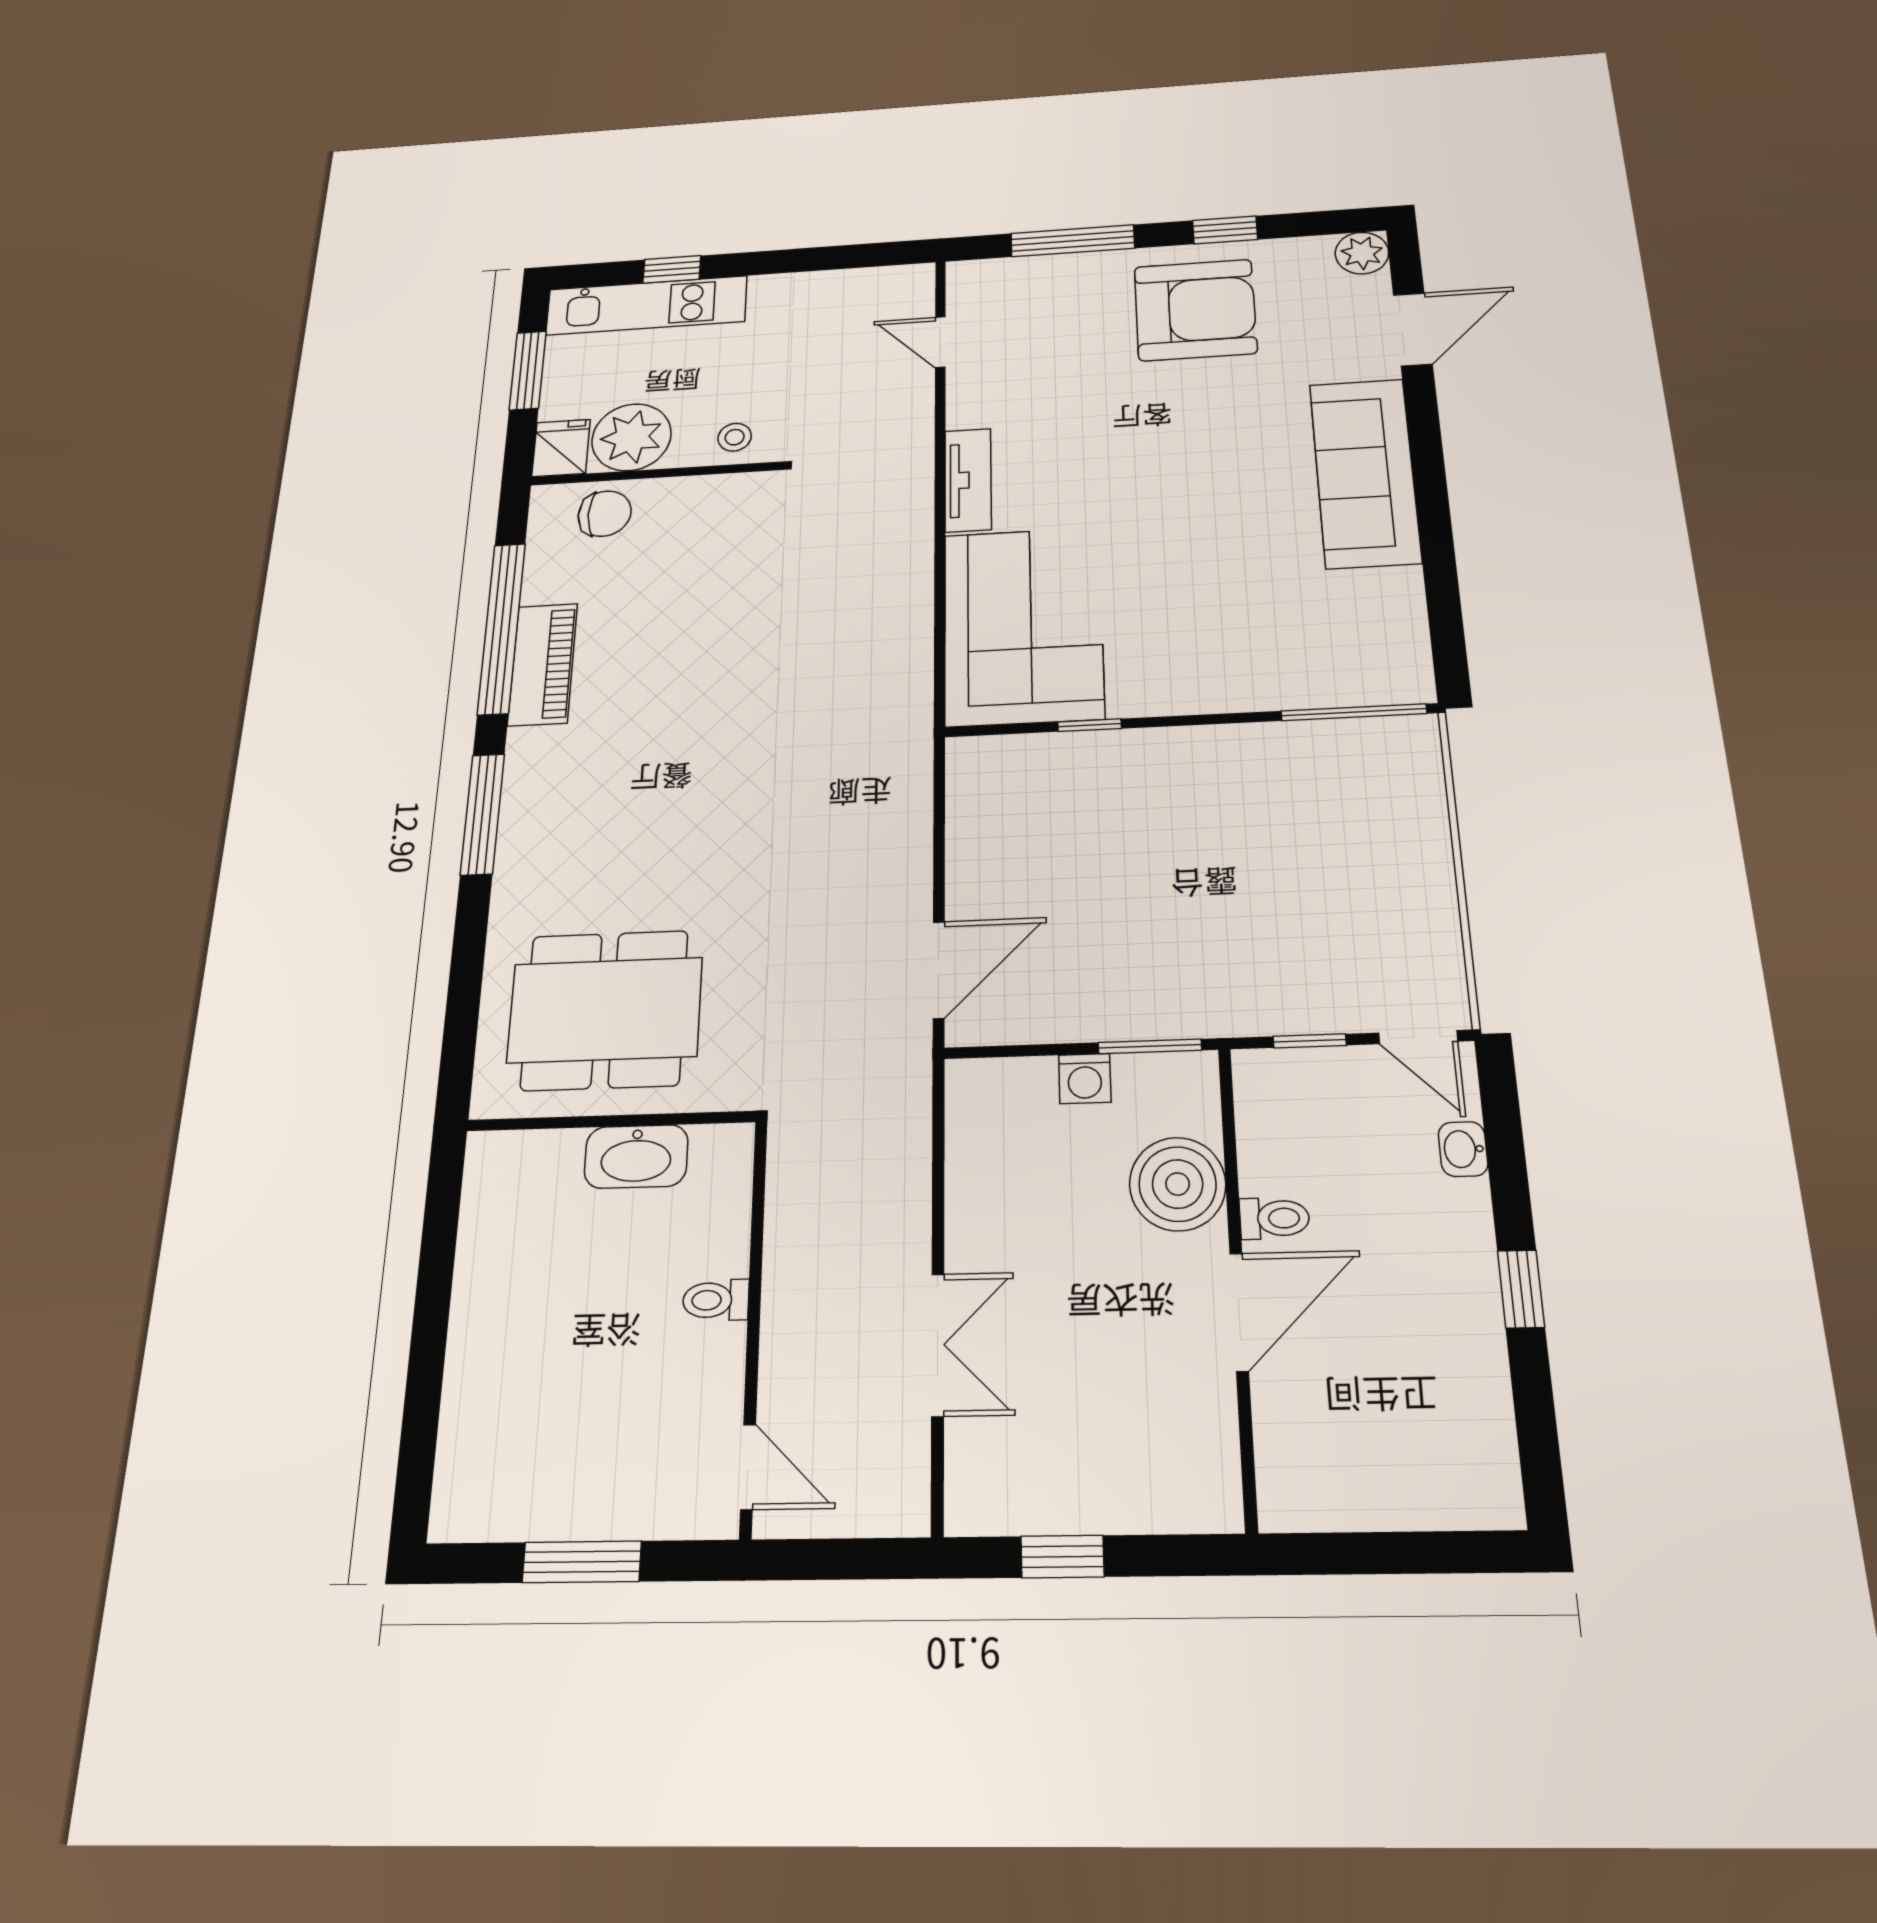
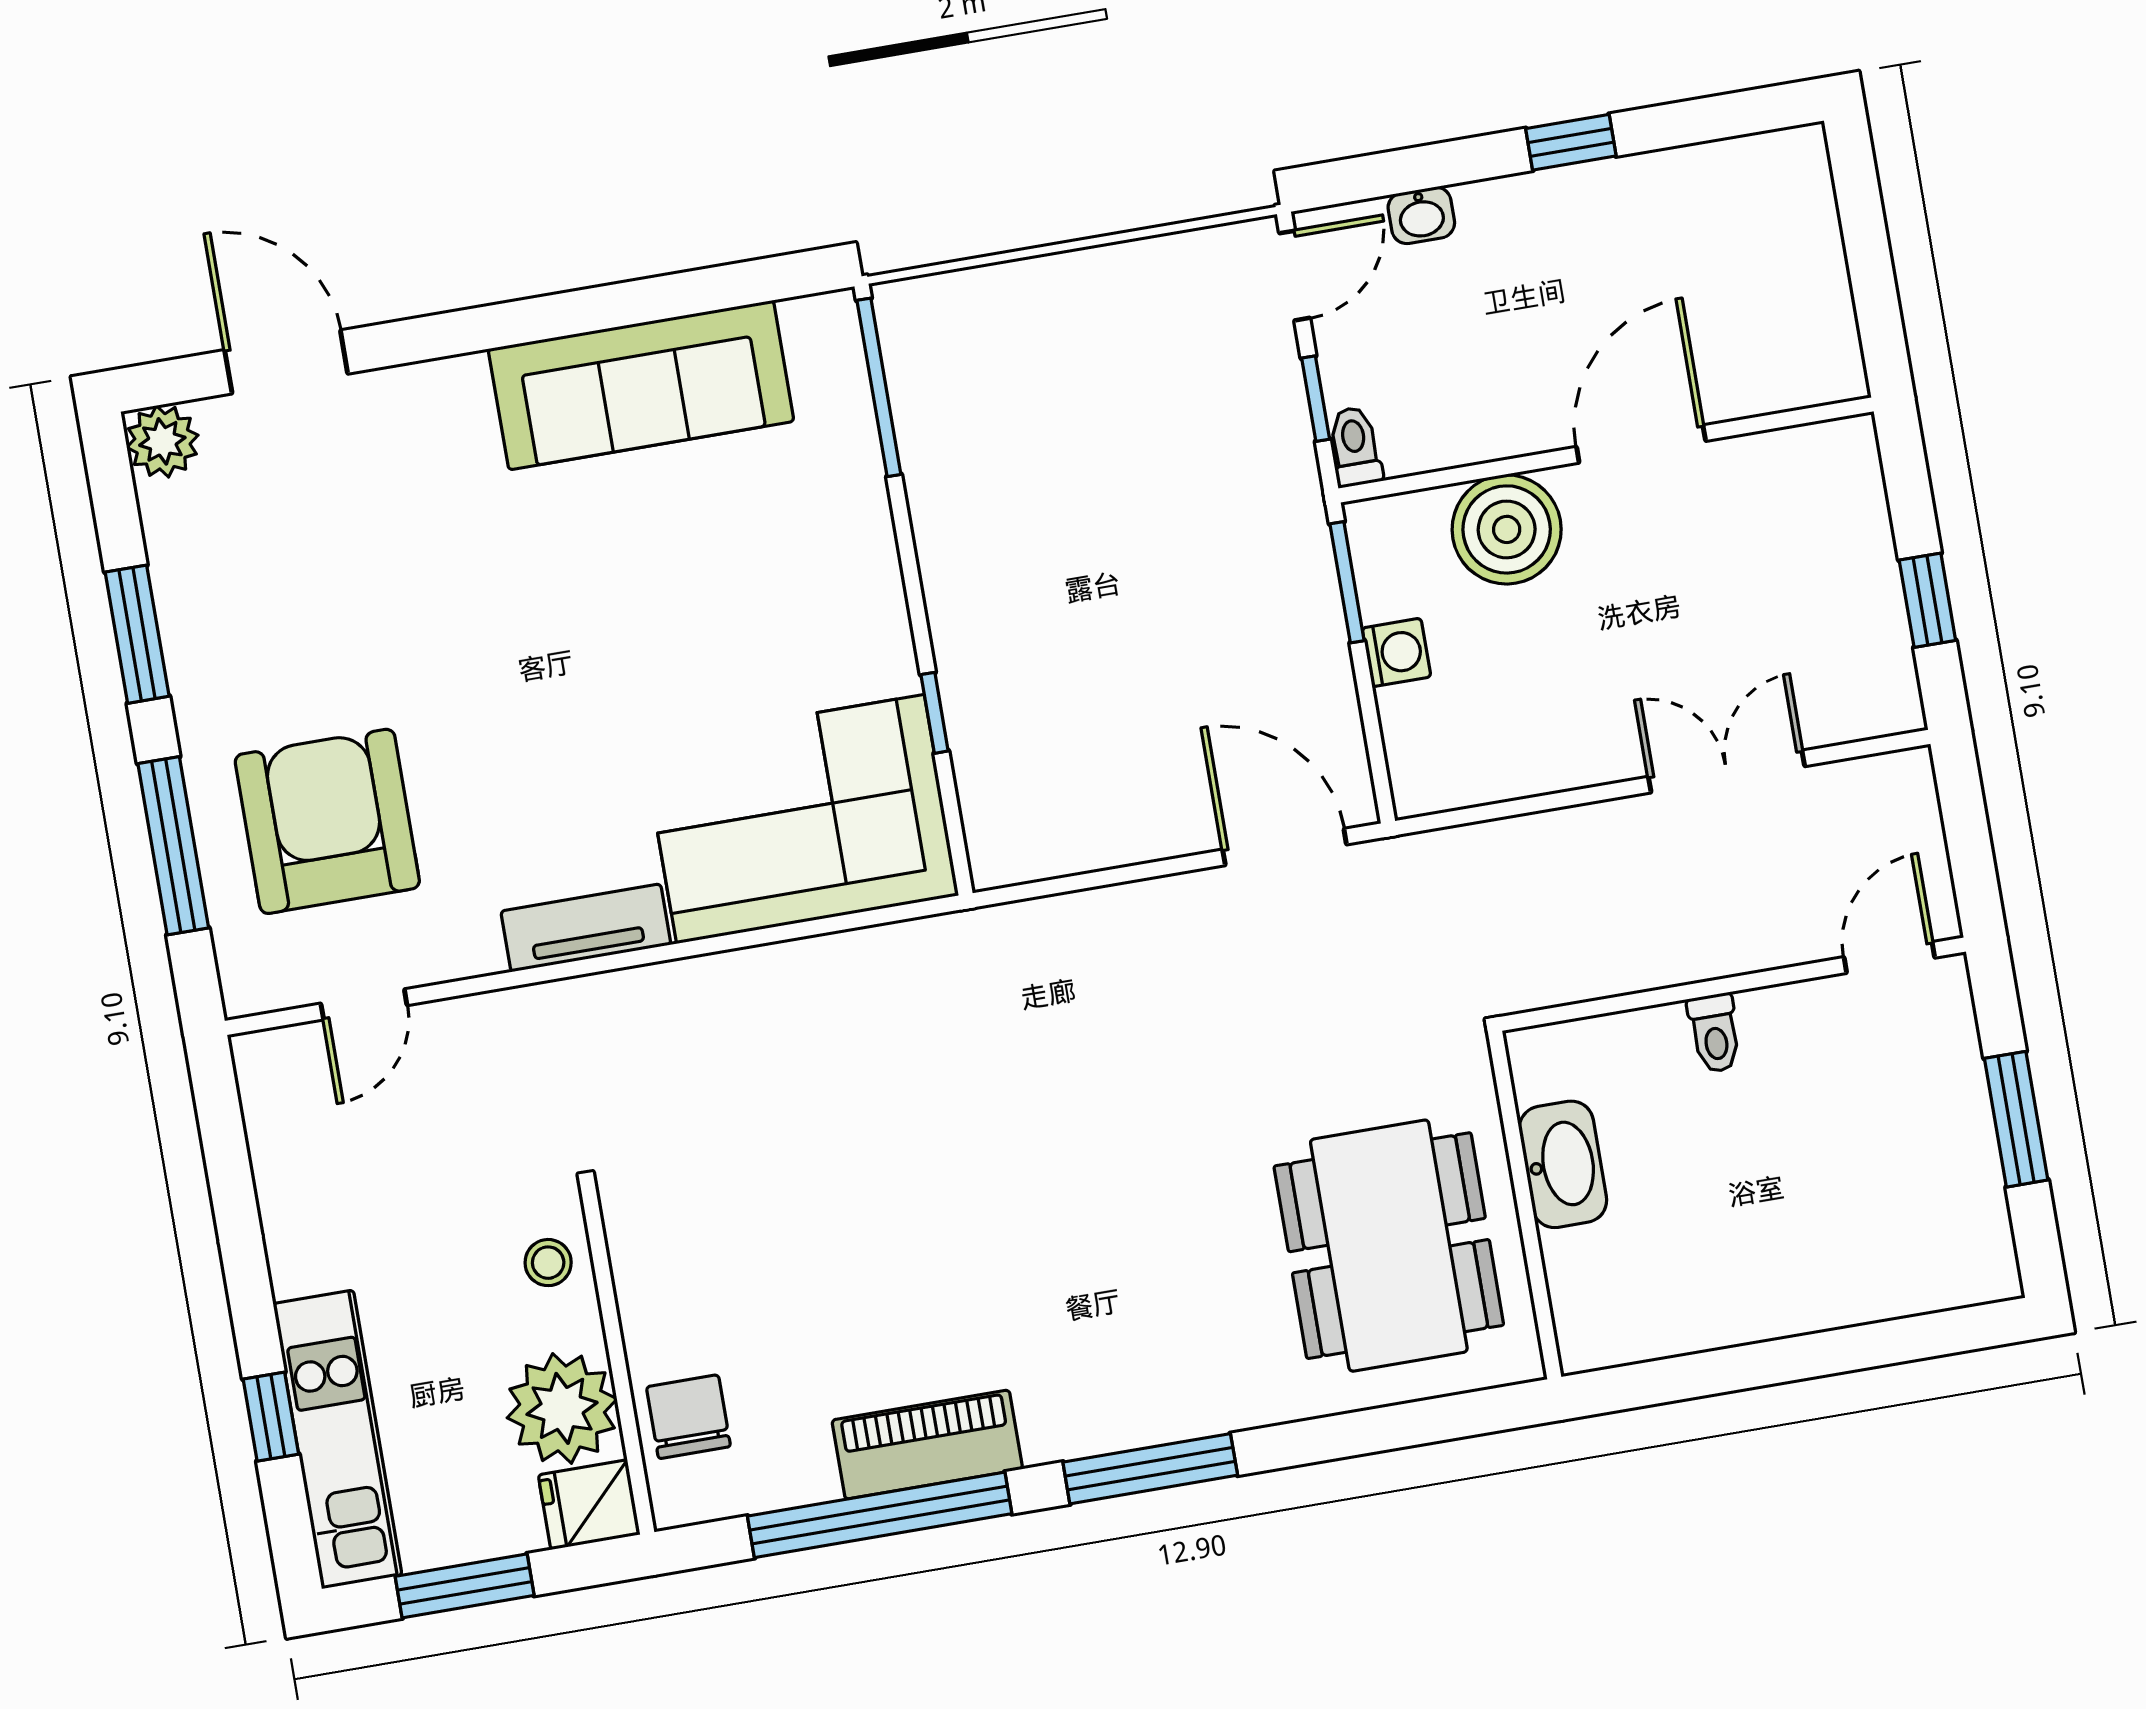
window: (1225, 230) -> (137, 634), width x1.50
armchair: (1195, 310) -> (327, 821), moved
sofa: (1365, 472) -> (641, 385), moved
toilet: (1274, 1218) -> (1355, 447), moved
door: (1239, 1312) -> (1641, 444), hinge flipped

